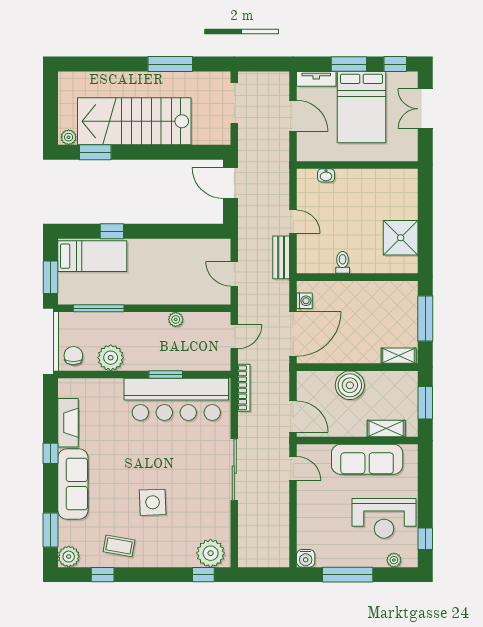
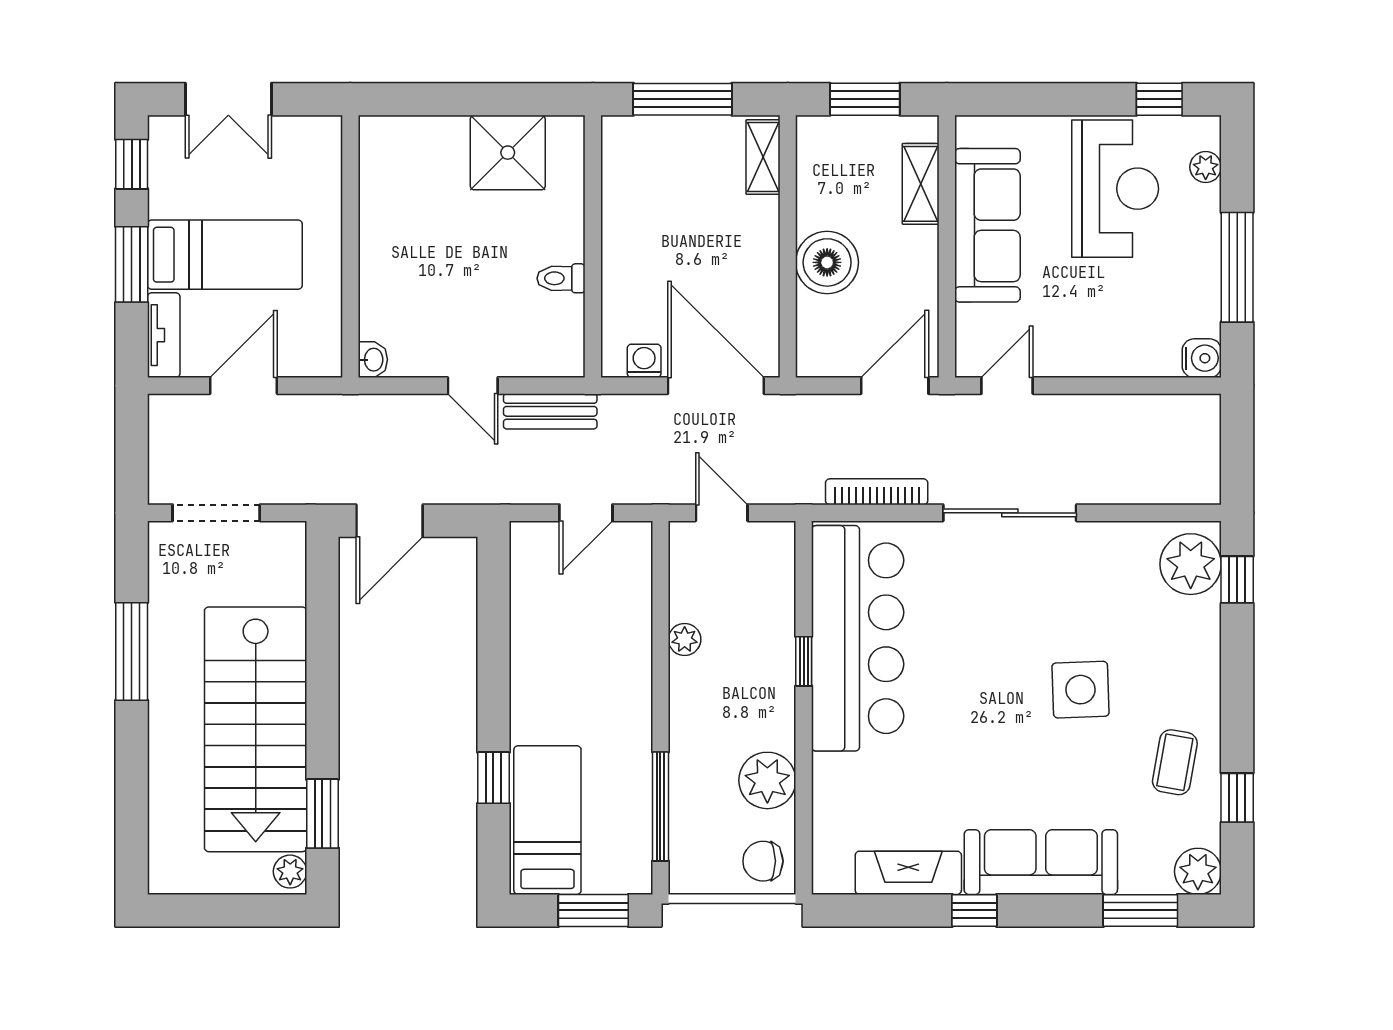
bed: (362, 107) -> (225, 255), width x0.67
washbasin: (326, 175) -> (373, 360), moved
door: (293, 222) -> (473, 386), swing flipped
window: (166, 374) -> (804, 661), width x0.67
bookcase: (244, 388) -> (877, 492), moved

